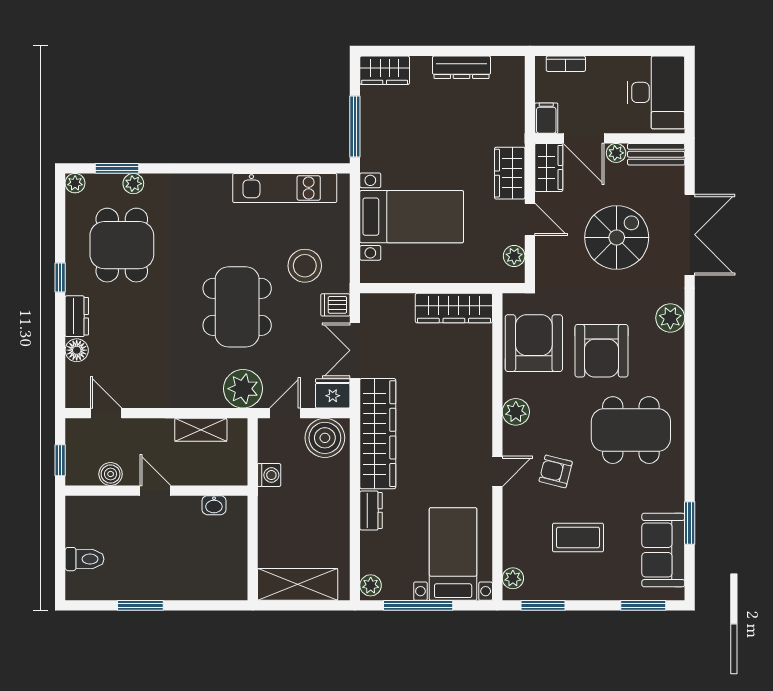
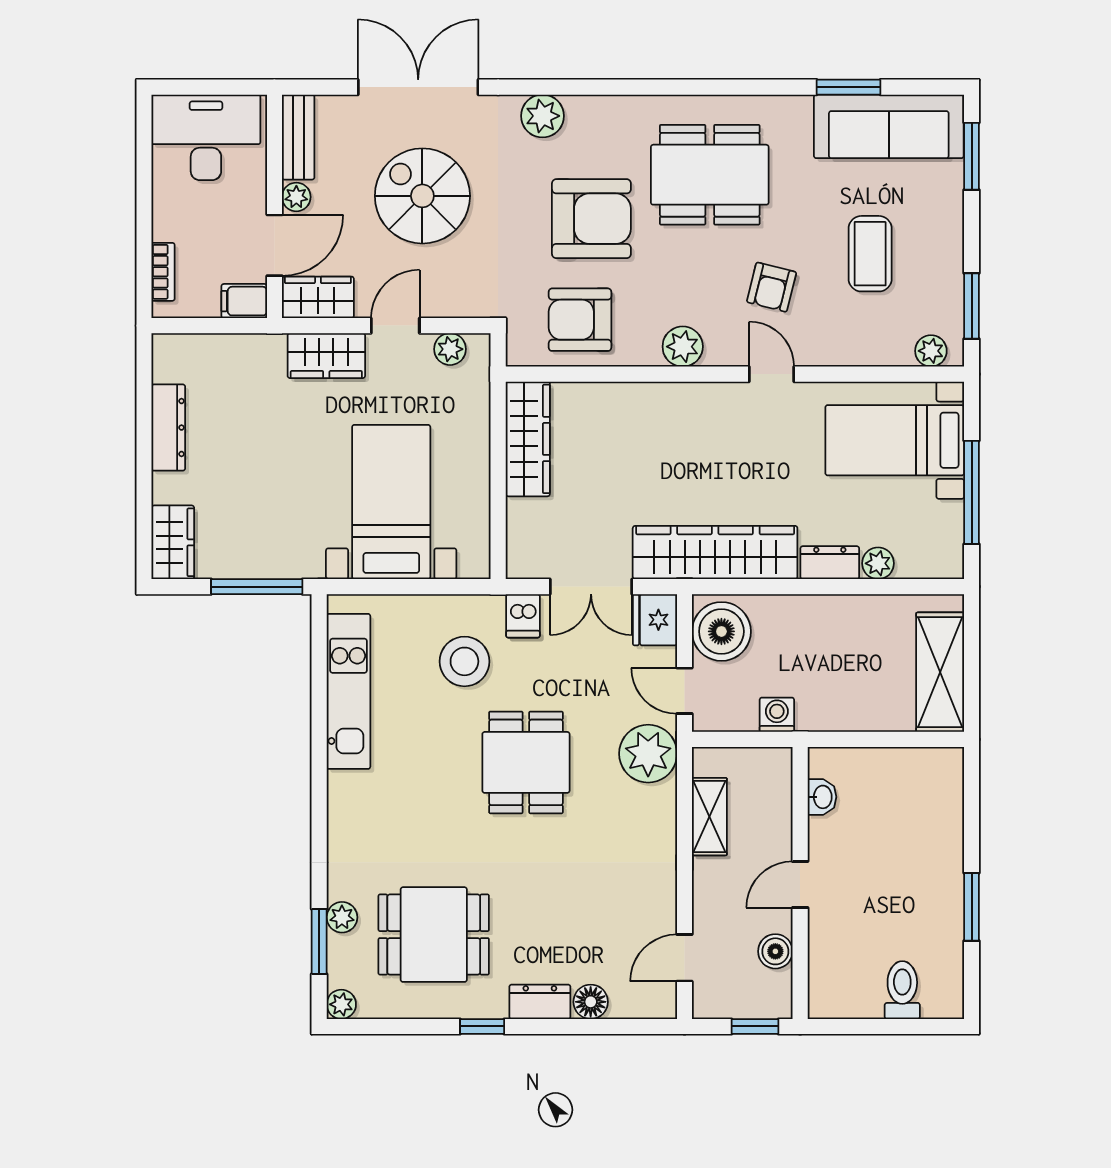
dining table: (237, 307) -> (526, 762), width x0.73
armchair: (534, 343) -> (580, 320), width x0.73, depth x0.73
dining table: (631, 430) -> (710, 175), turned 90
sofa: (663, 550) -> (889, 126), width x1.36
plant: (371, 585) -> (878, 563), moved

